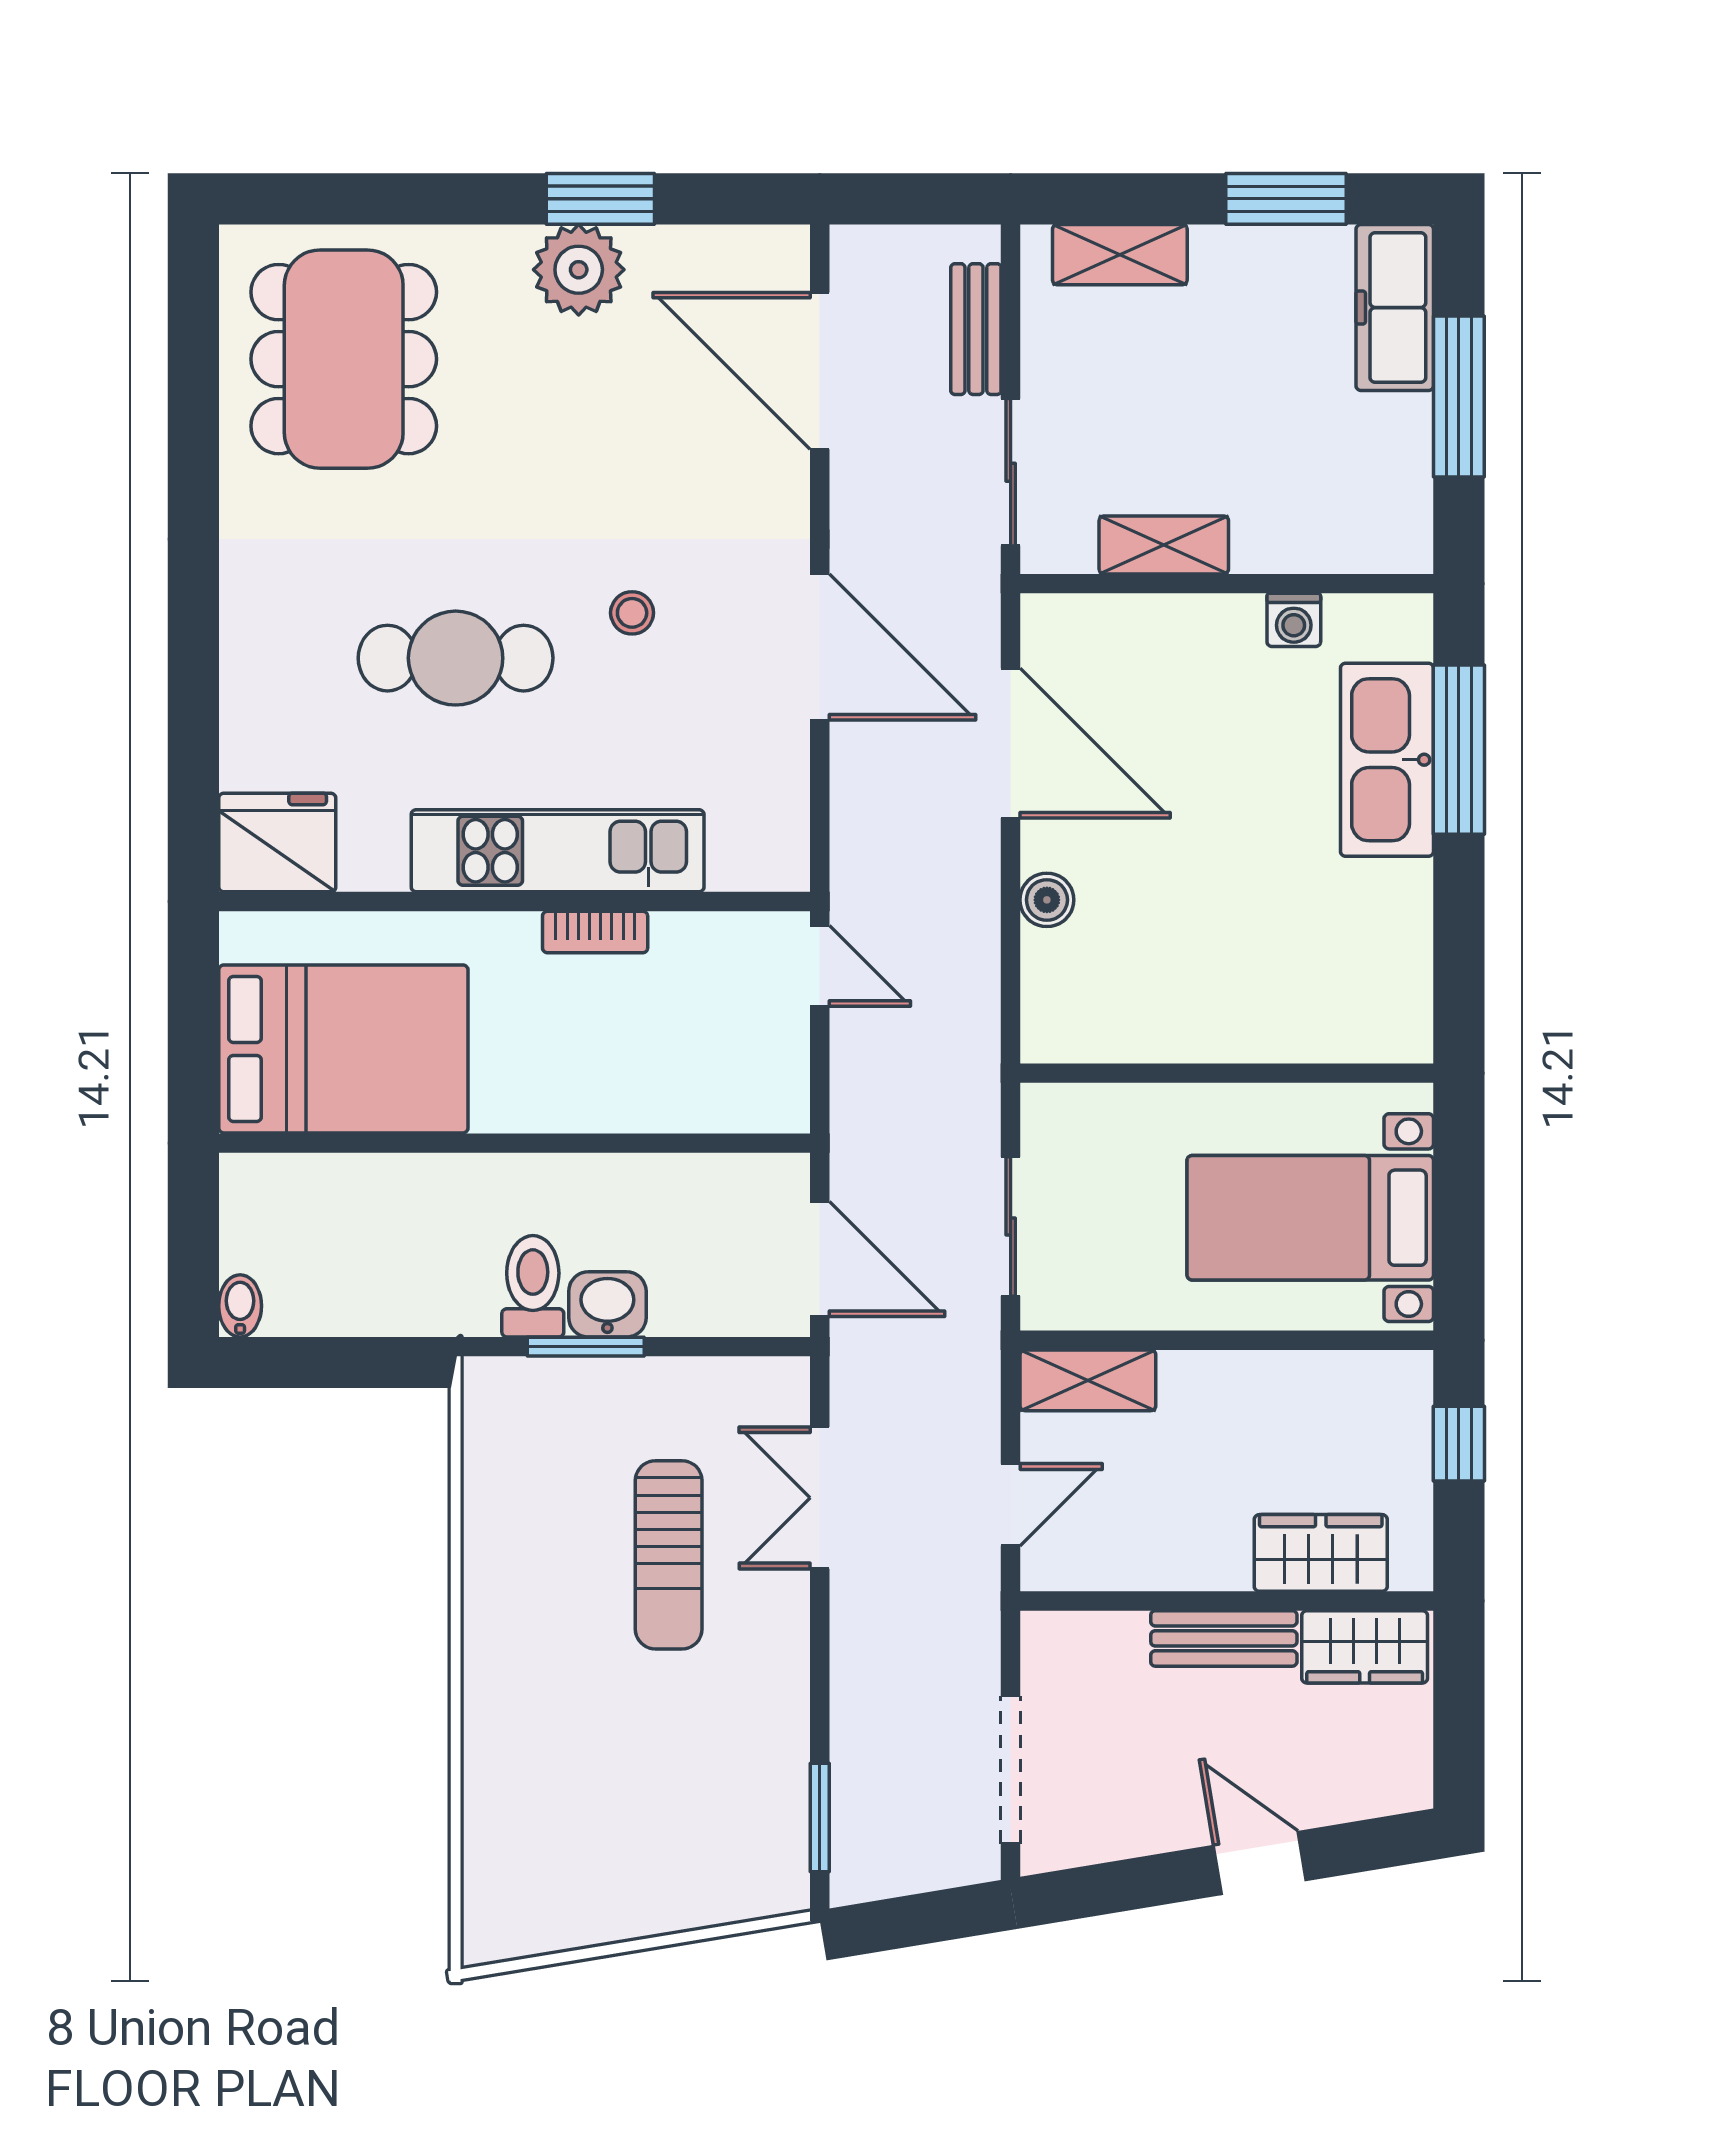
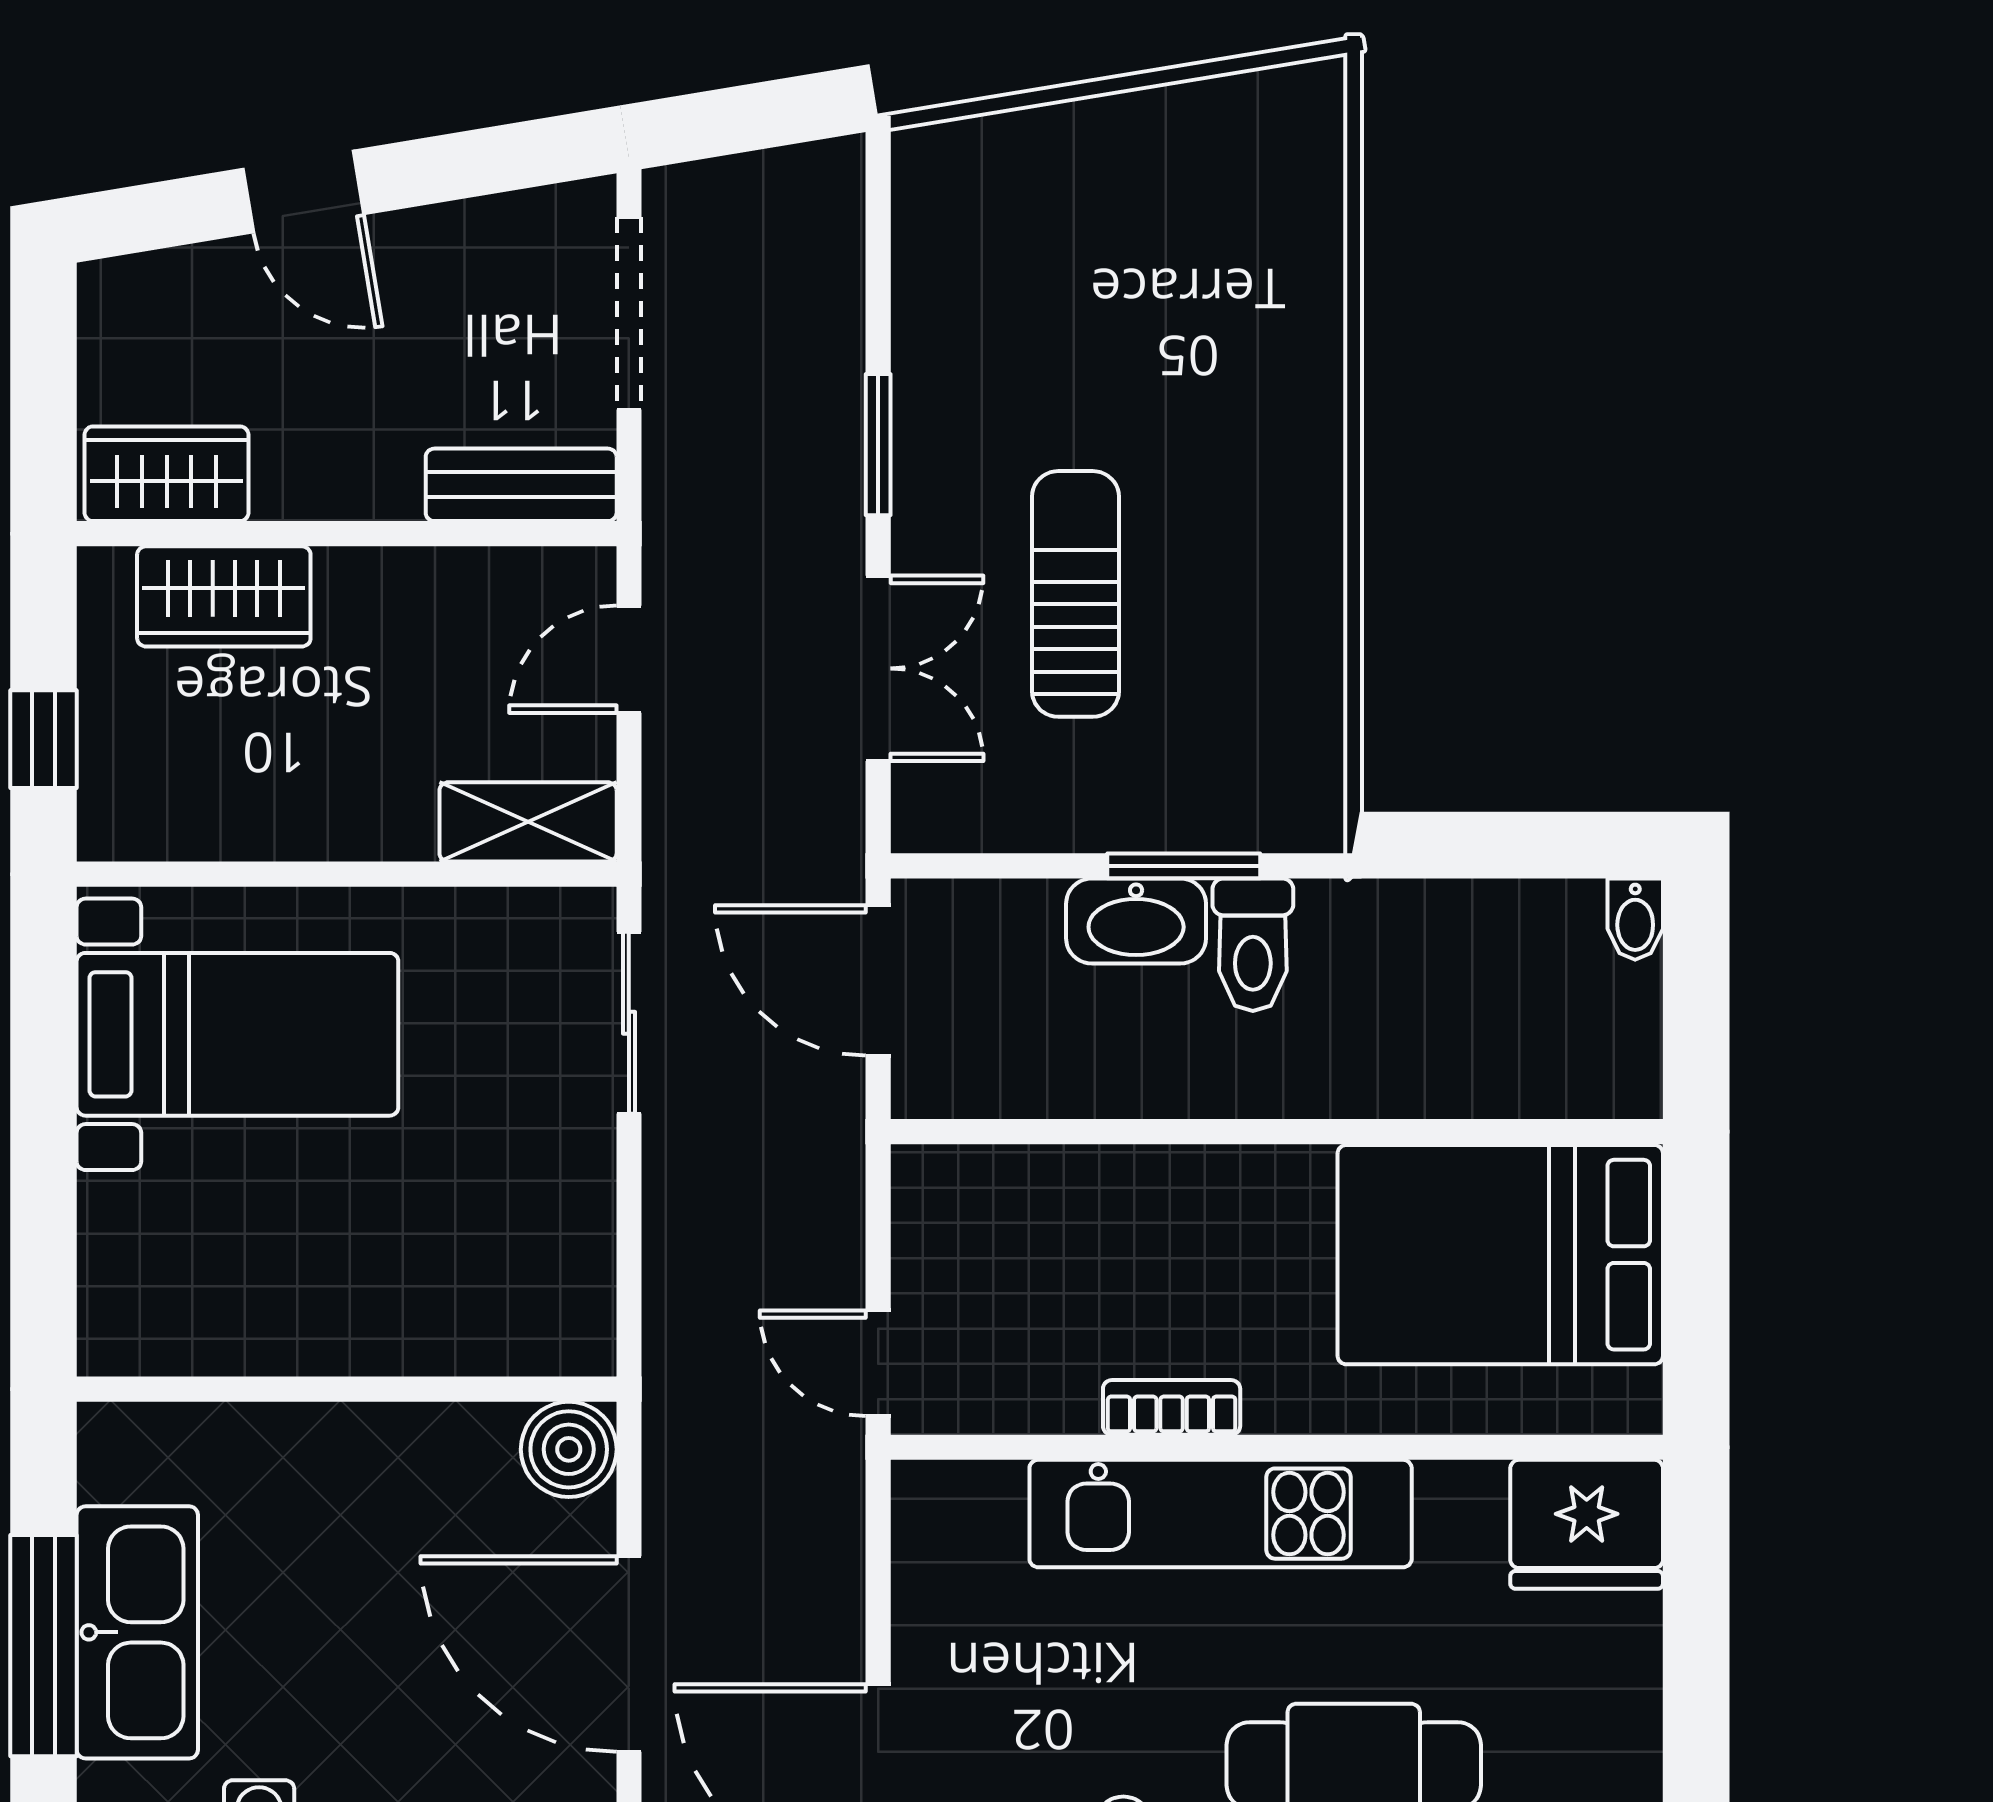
boiler: (1047, 900) -> (569, 1449), width x1.36, depth x1.36
wall: (1227, 1073) -> (347, 1389), moved
washbasin: (607, 1304) -> (1136, 921), width x1.38
bench: (1224, 1638) -> (521, 485), moved
window: (820, 1817) -> (878, 445), moved

